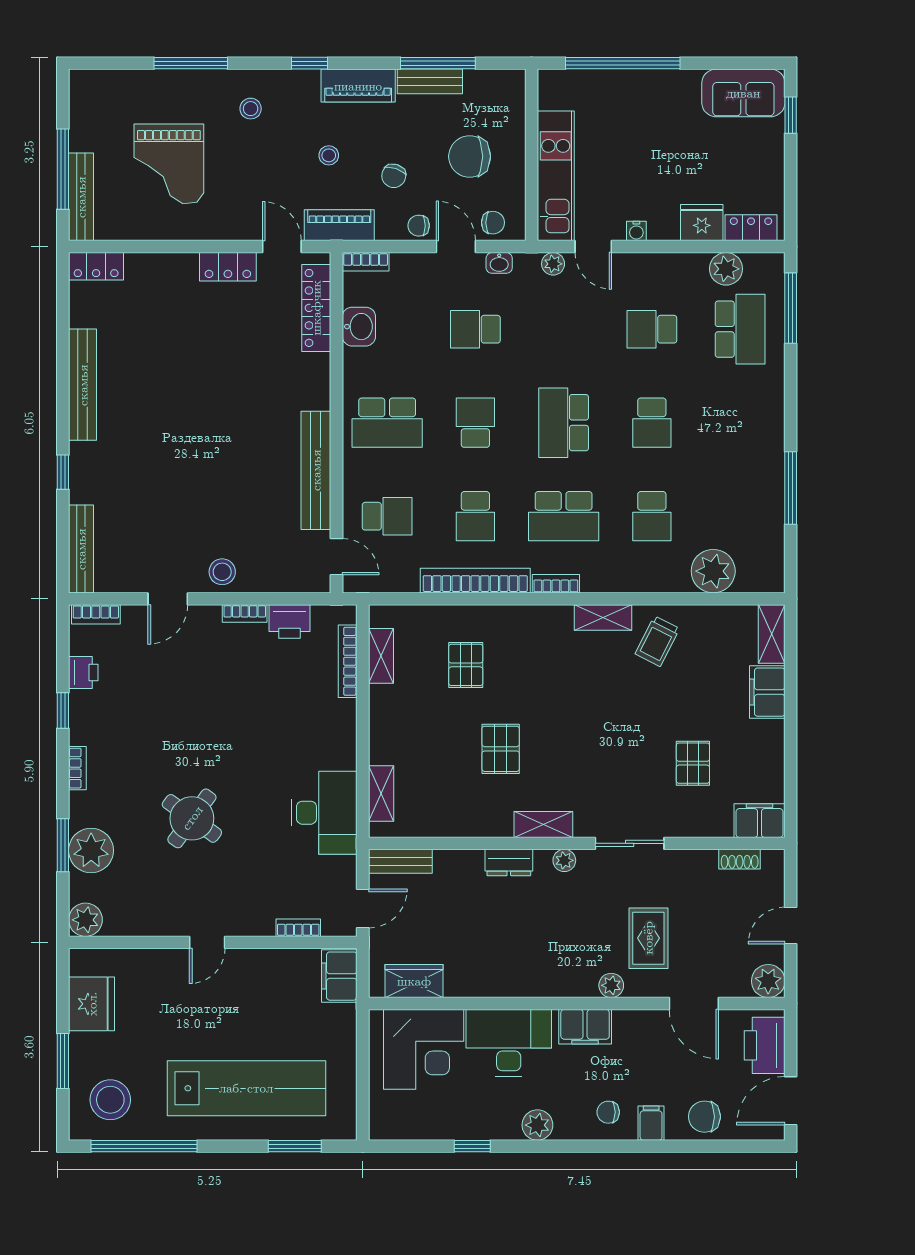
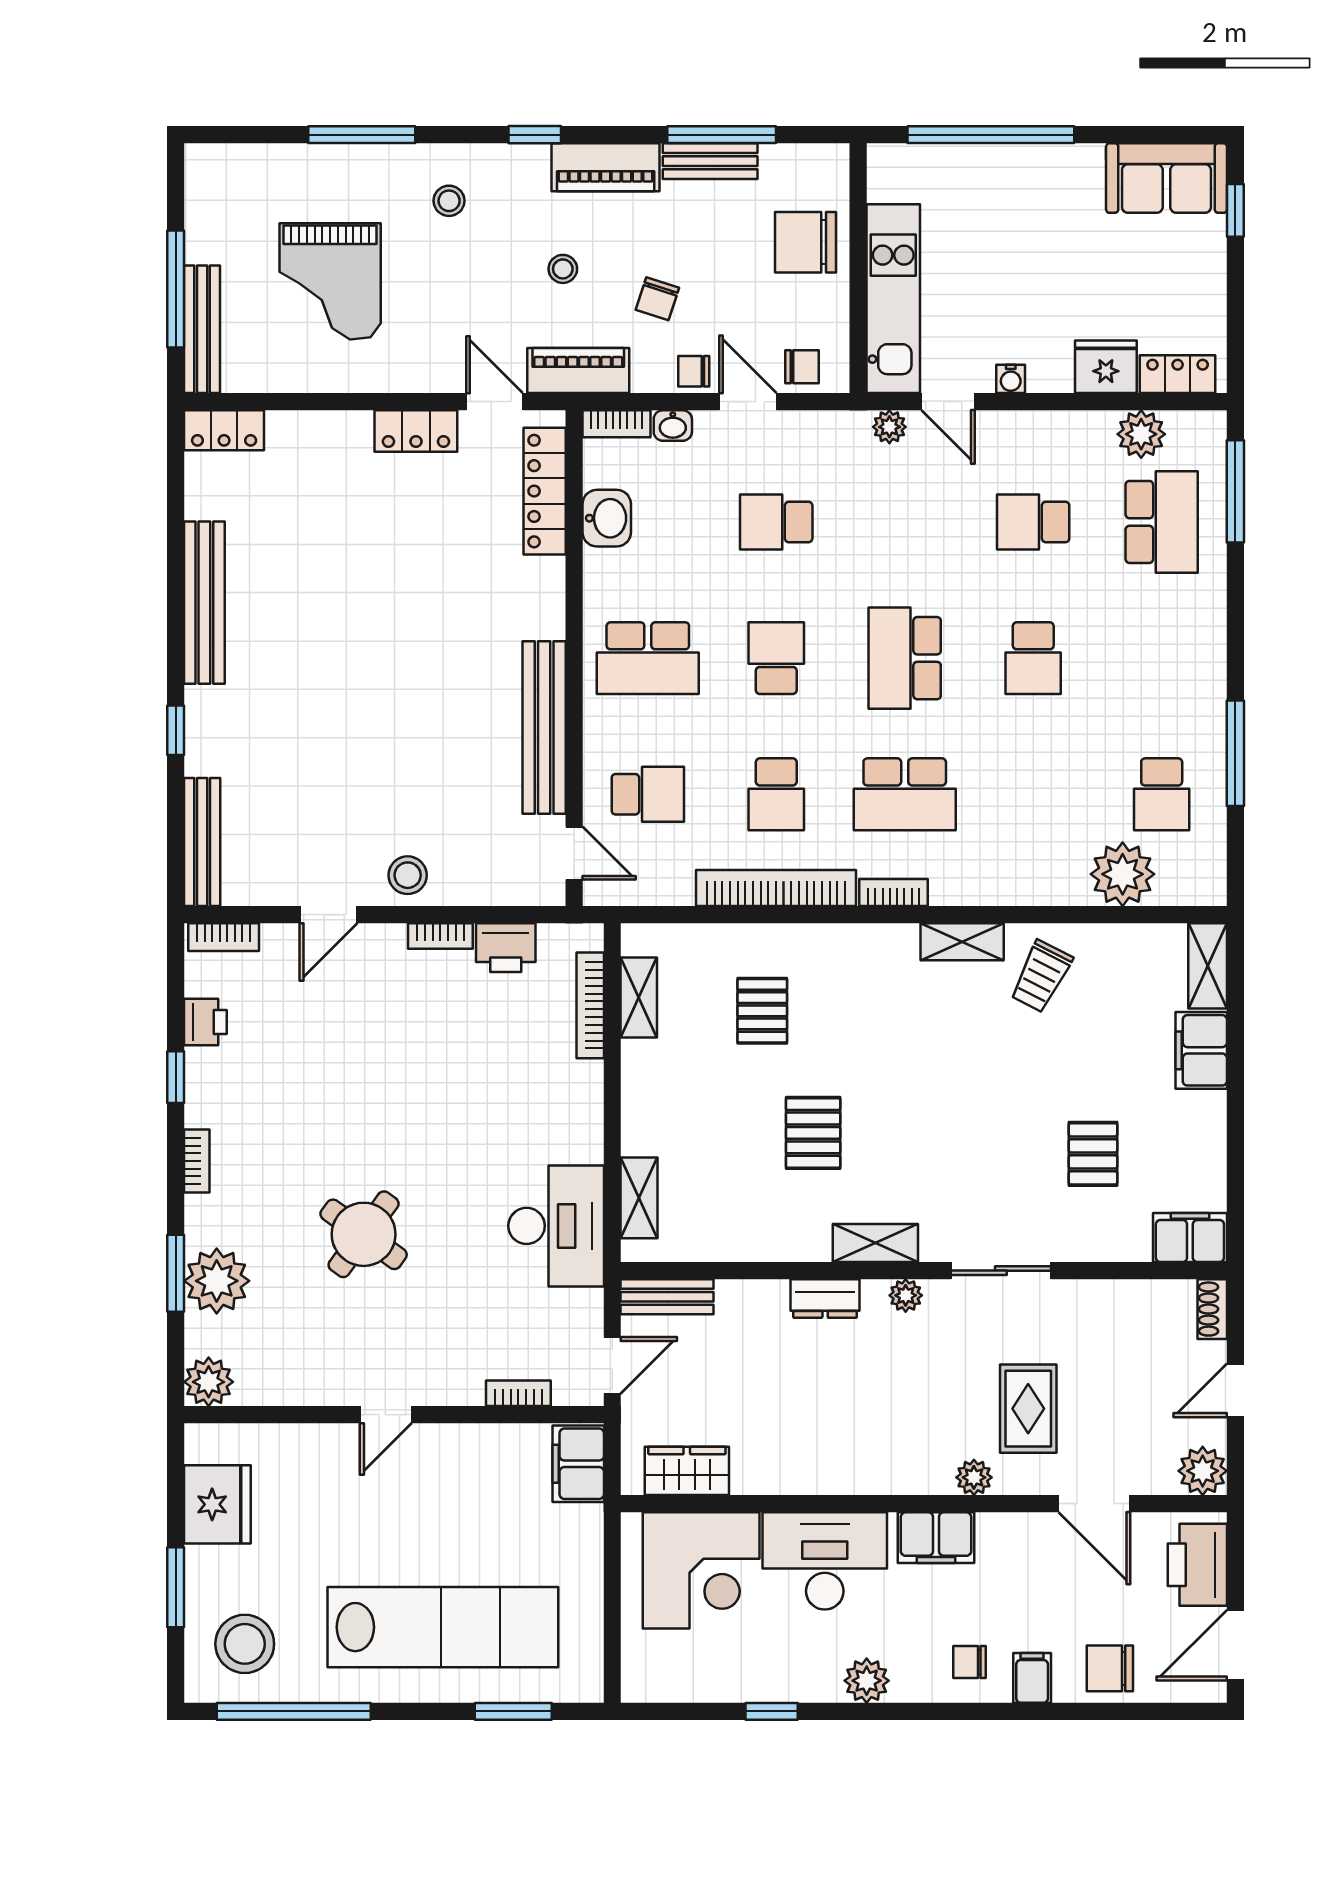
chair: (470, 156) -> (805, 242), moved
washbasin: (499, 263) -> (673, 426), moved
school desk: (652, 516) -> (1162, 794), moved
shoe rack: (740, 859) -> (1212, 1309), moved, turned 90

